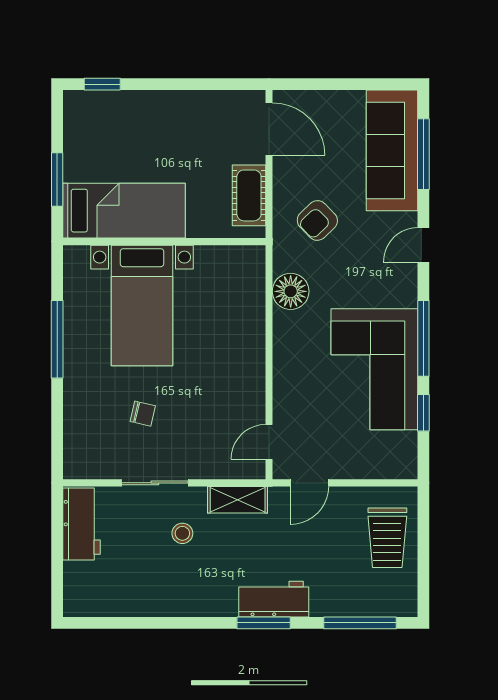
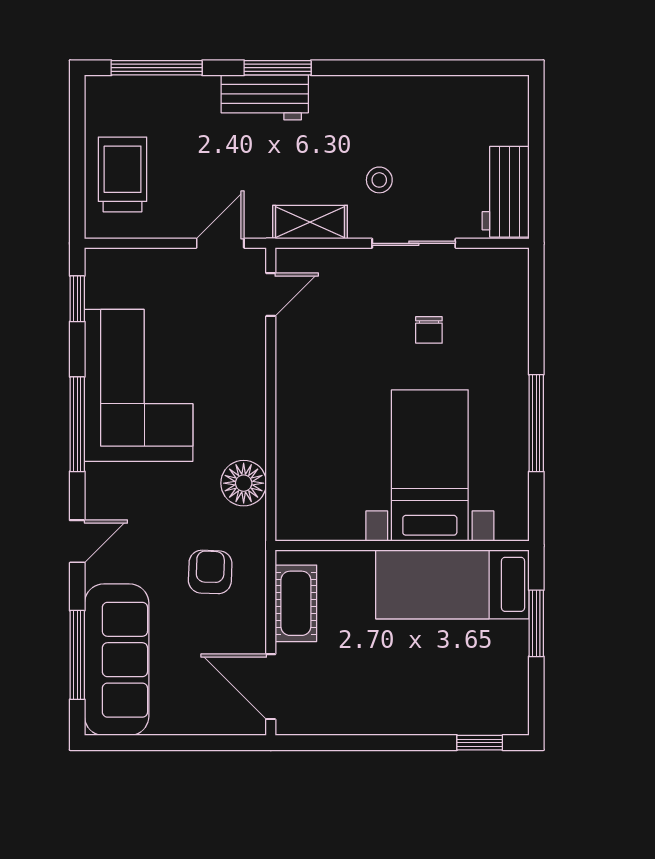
armchair: (317, 220) -> (210, 572), turned -44
window: (423, 413) -> (77, 299), moved
chair: (143, 414) -> (429, 330), turned -103

